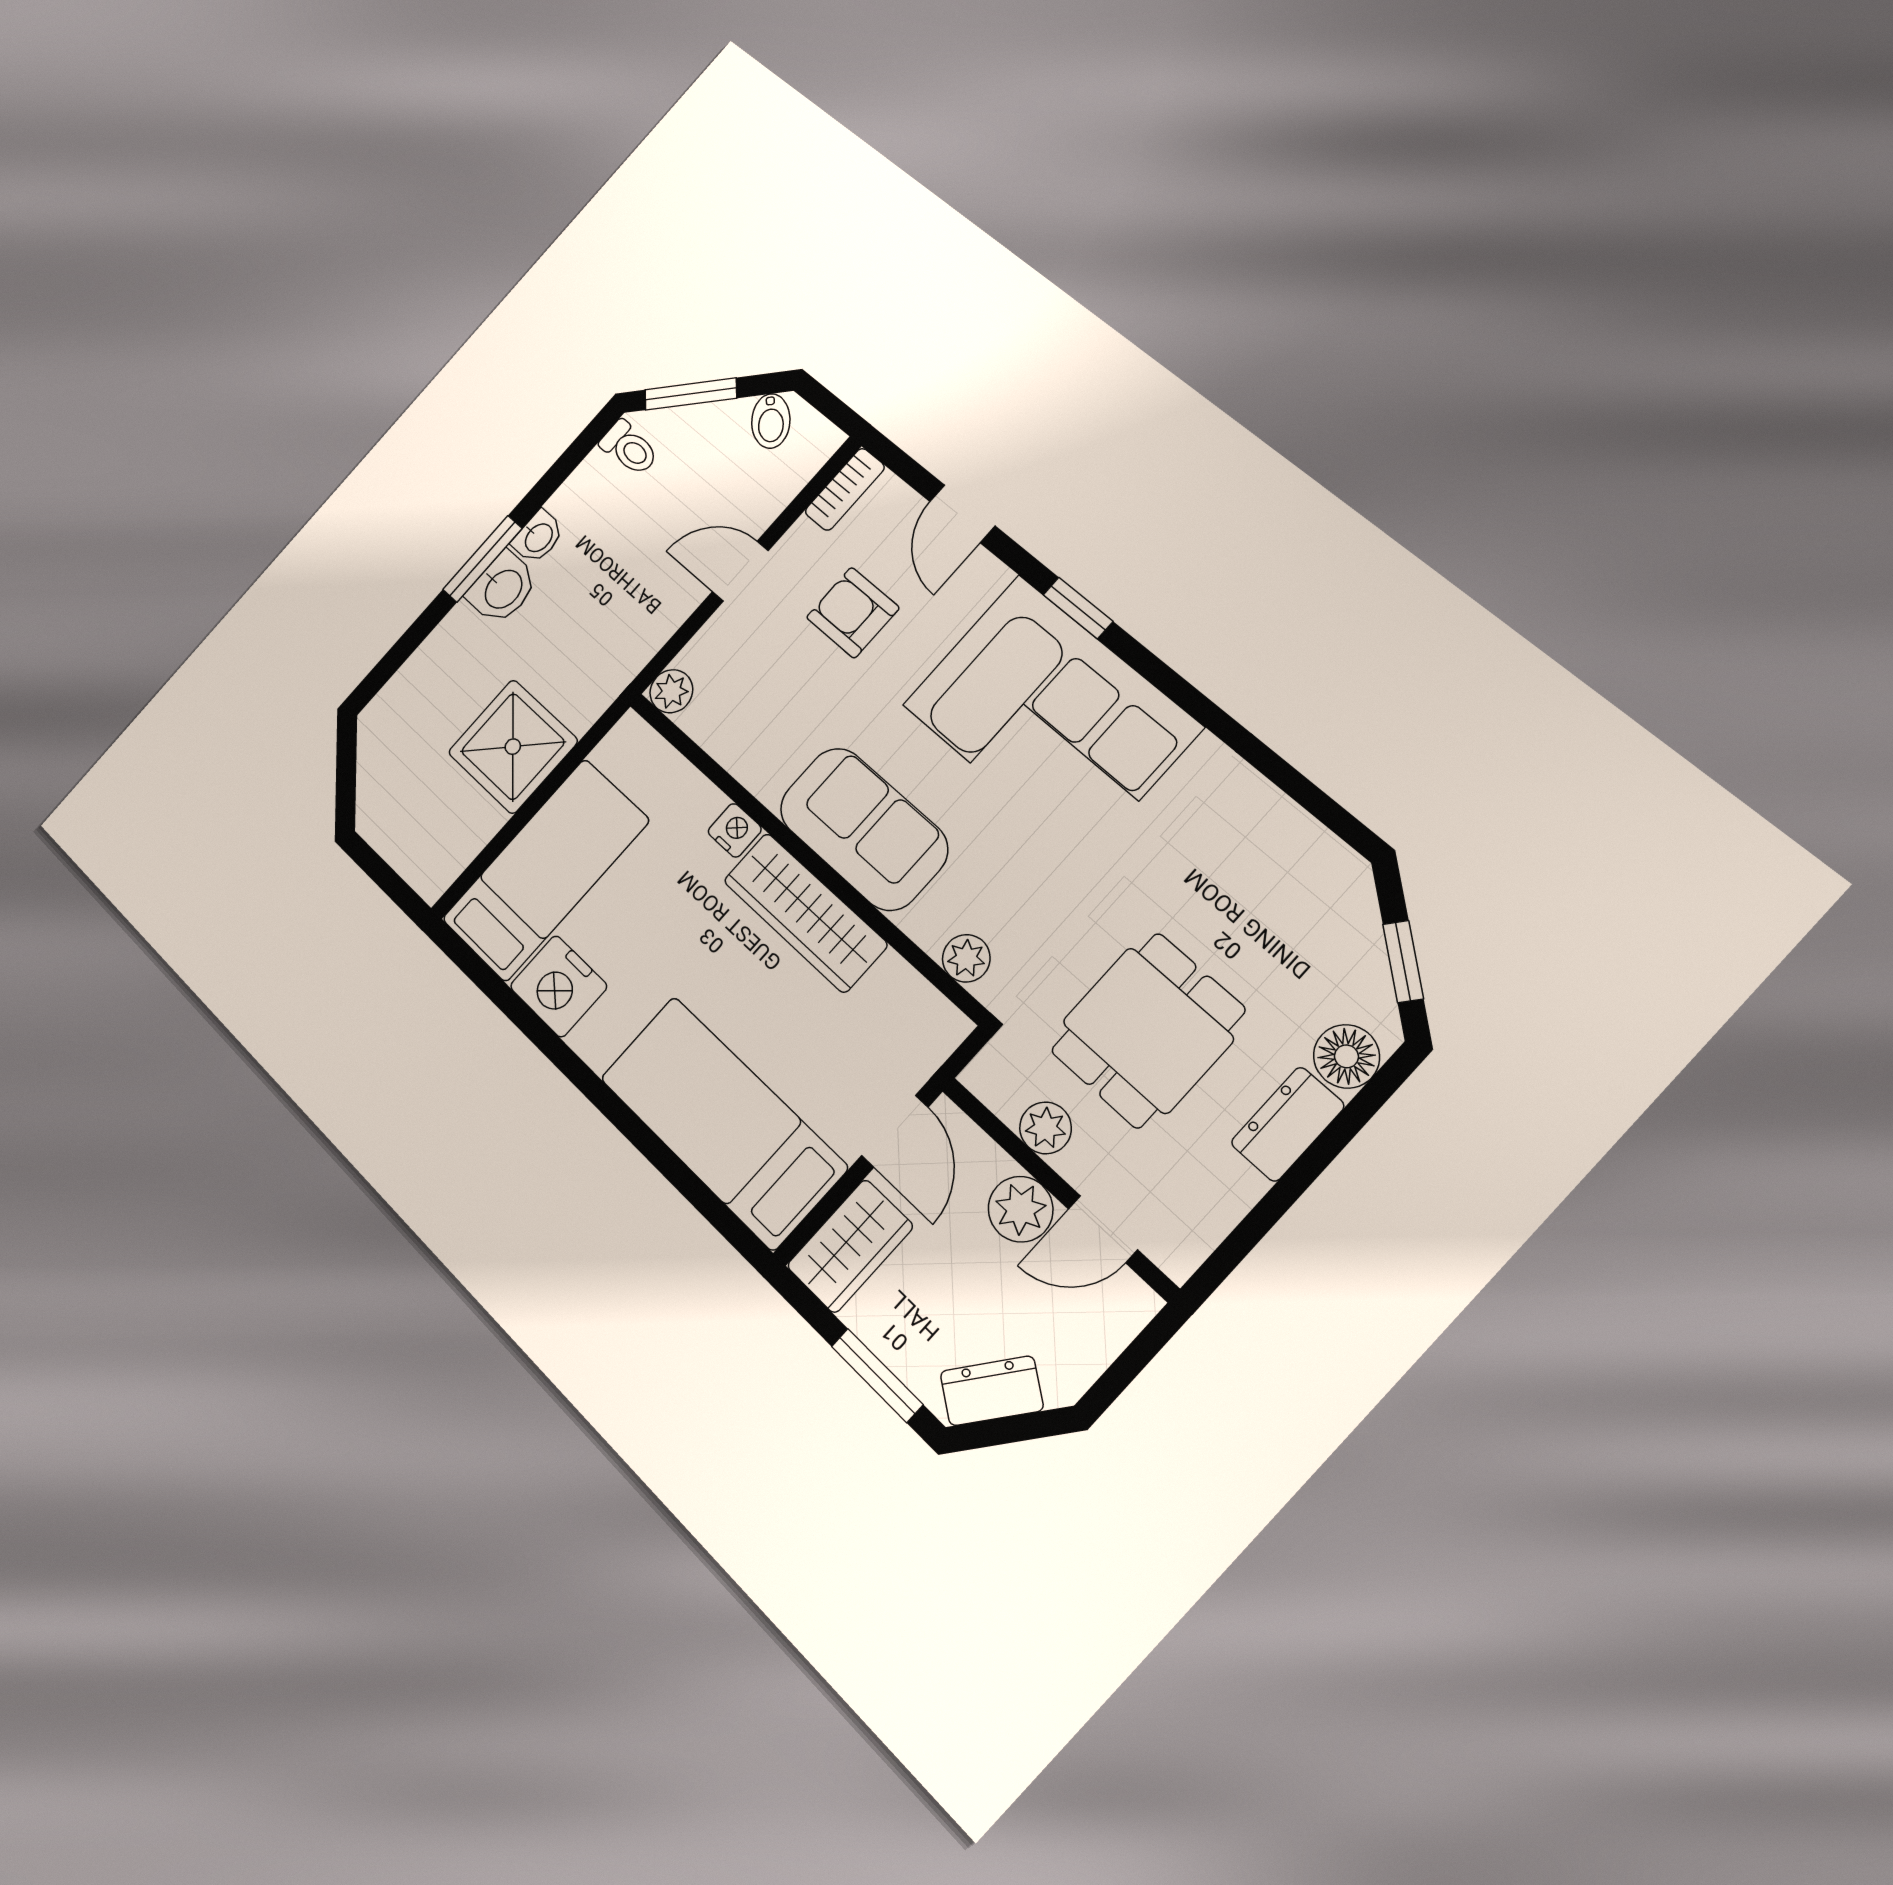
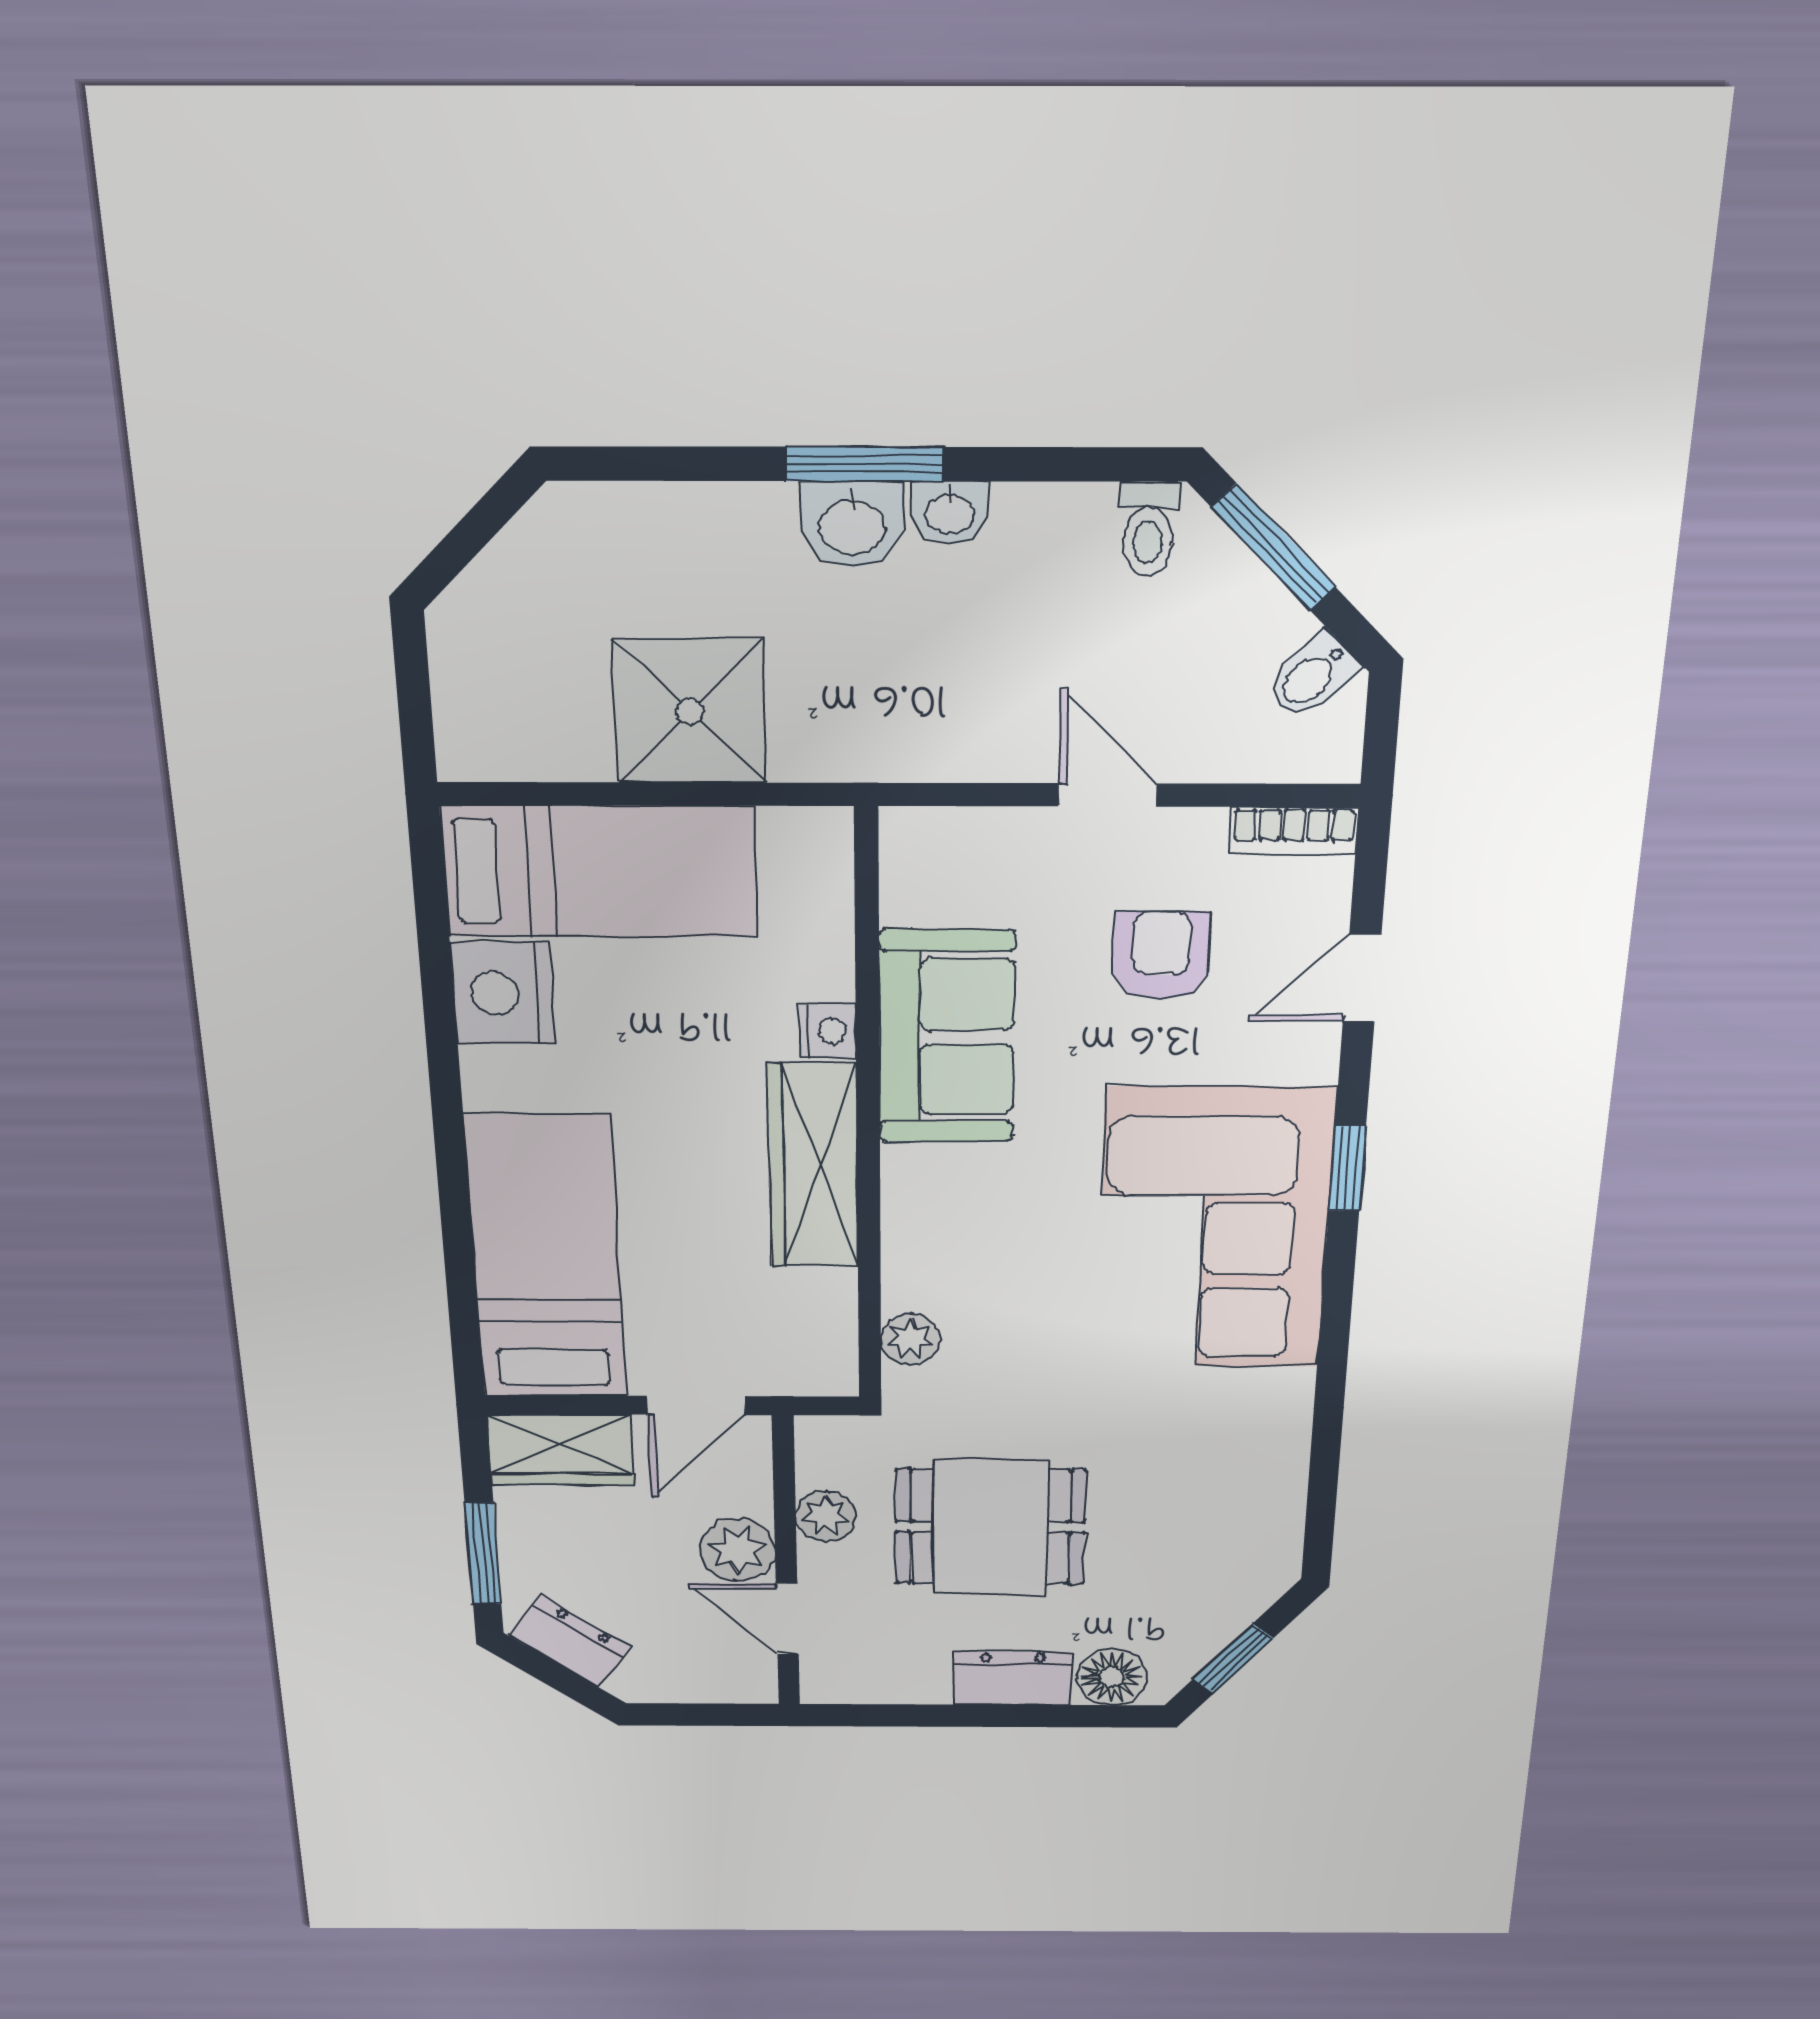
plant: (671, 691) -> (910, 836), removed
sofa: (863, 829) -> (947, 1037), moved

